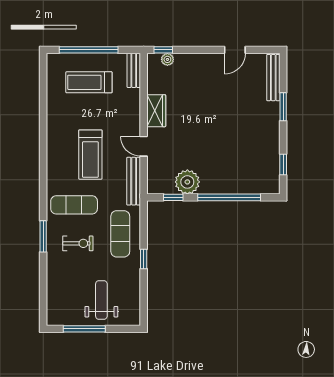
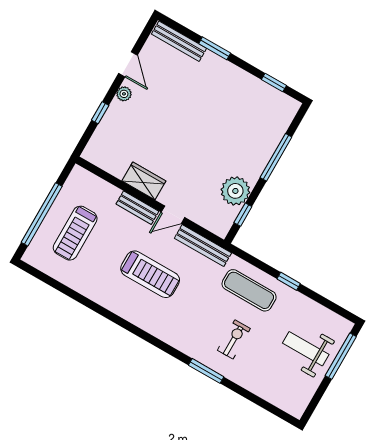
window: (163, 50) -> (100, 113), moved
plant: (167, 59) -> (124, 94), moved
bench: (134, 70) -> (137, 208), moved
window: (229, 197) -> (276, 157), width x0.68
exercise mat: (74, 205) -> (192, 321), removed
window: (84, 329) -> (341, 356), moved

